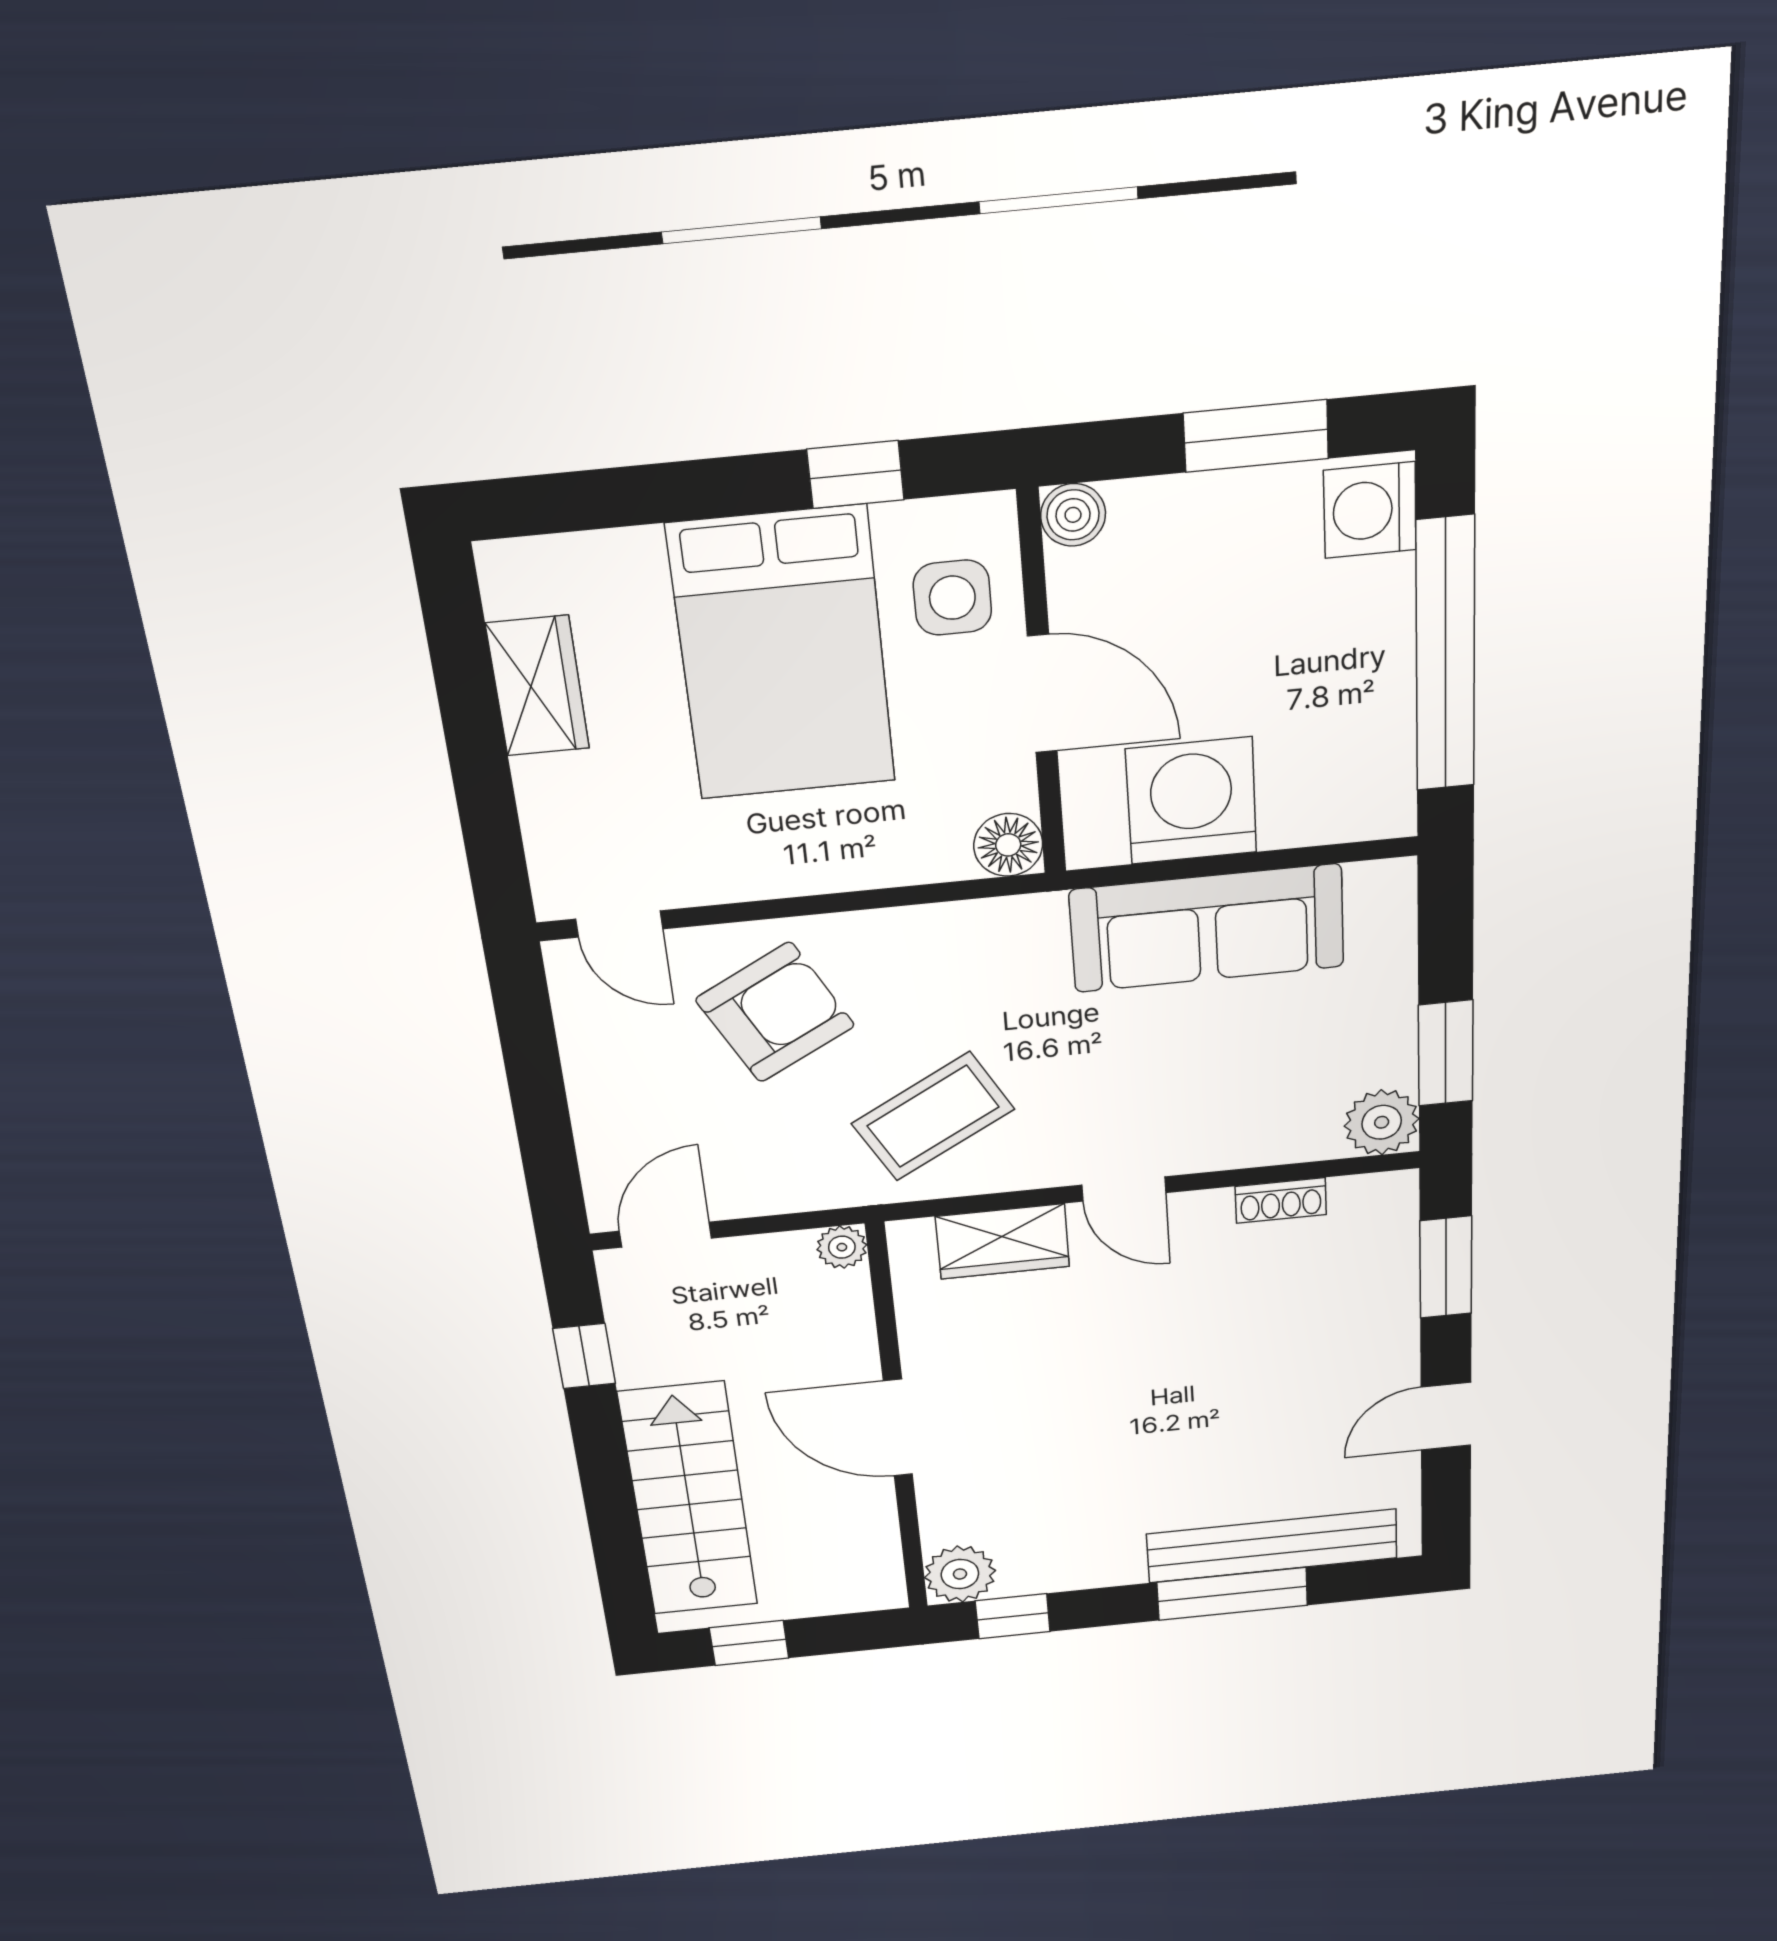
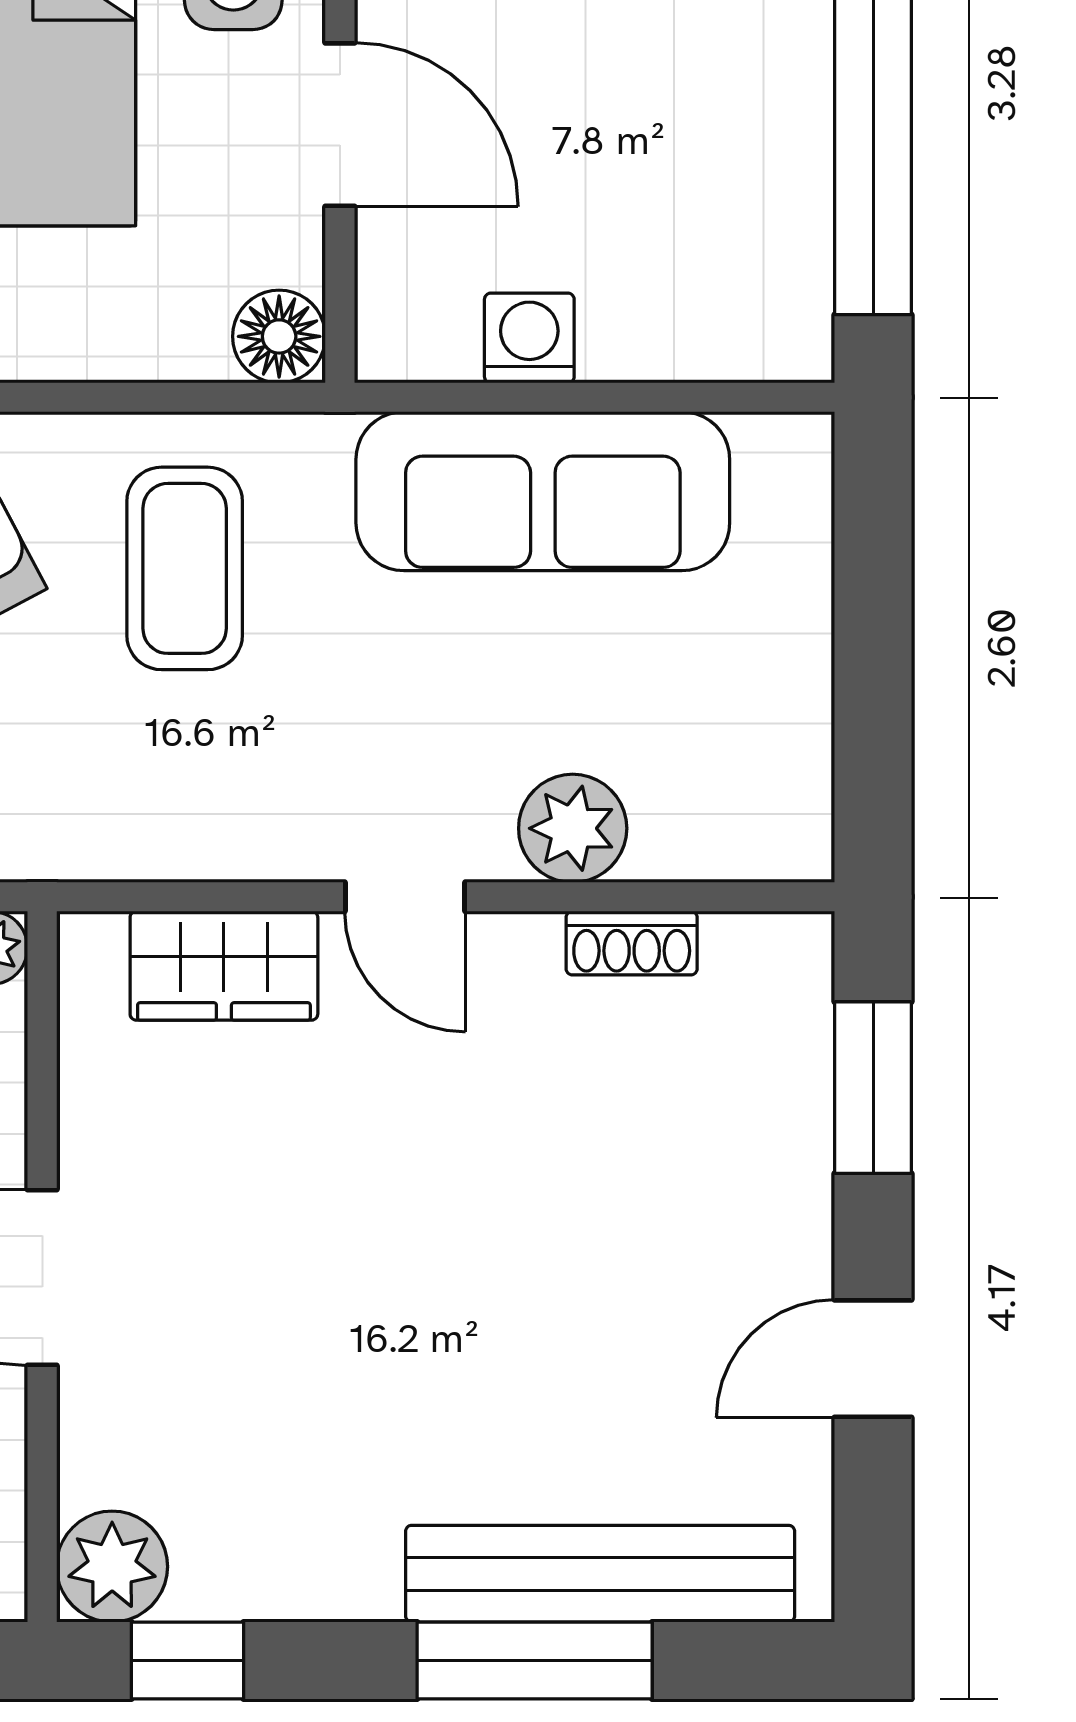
washing machine: (1191, 801) -> (529, 338), width x0.53, depth x0.53
window: (1446, 1053) -> (873, 725), removed
coffee table: (933, 1116) -> (185, 568), moved, turned -61
plant: (1382, 1122) -> (573, 828), moved

